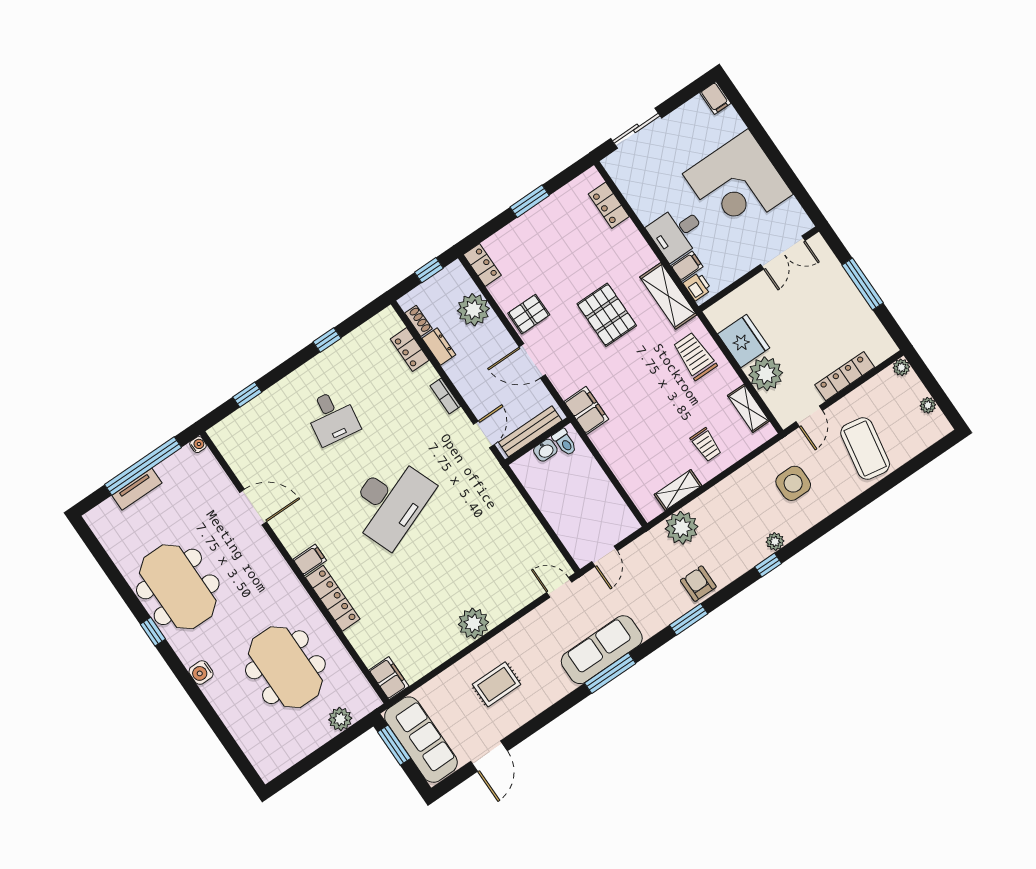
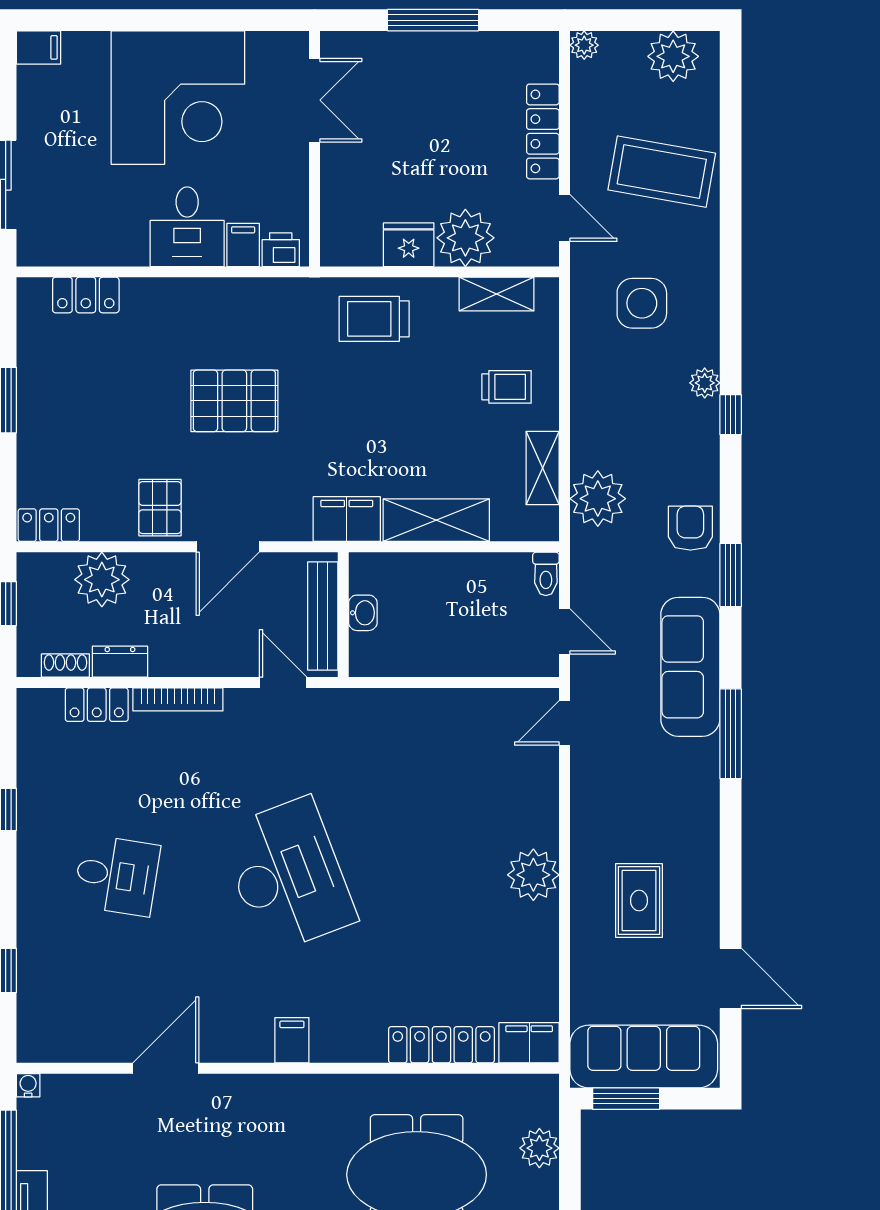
shelving: (668, 296) -> (436, 520), moved
fridge: (744, 341) -> (409, 245), width x0.73, depth x0.75
bookcase: (445, 396) -> (178, 699), width x1.56
plant: (928, 405) -> (673, 56), width x1.87, depth x1.87
toilet: (565, 442) -> (546, 574), moved, turned 90
armchair: (698, 584) -> (690, 528), turned 90
locker: (333, 598) -> (441, 1045), moved
sofa: (602, 650) -> (690, 667), moved

